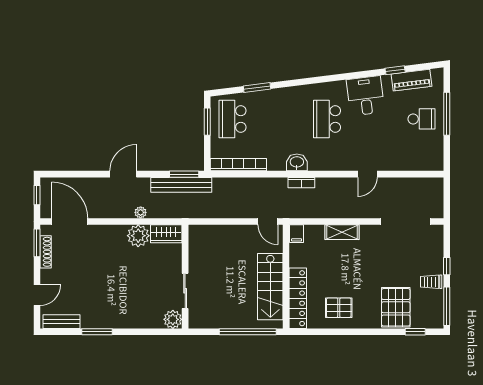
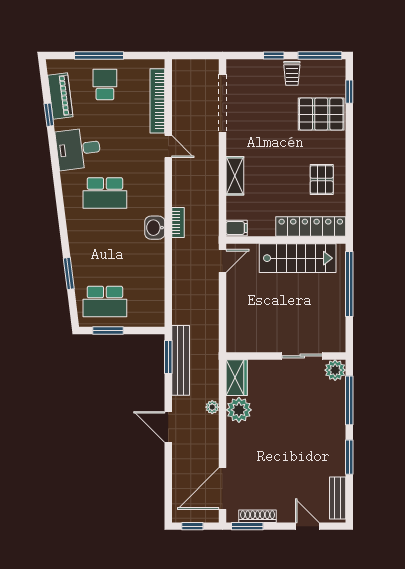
bookcase: (238, 165) -> (157, 101), moved
window: (146, 332) -> (349, 400), added

